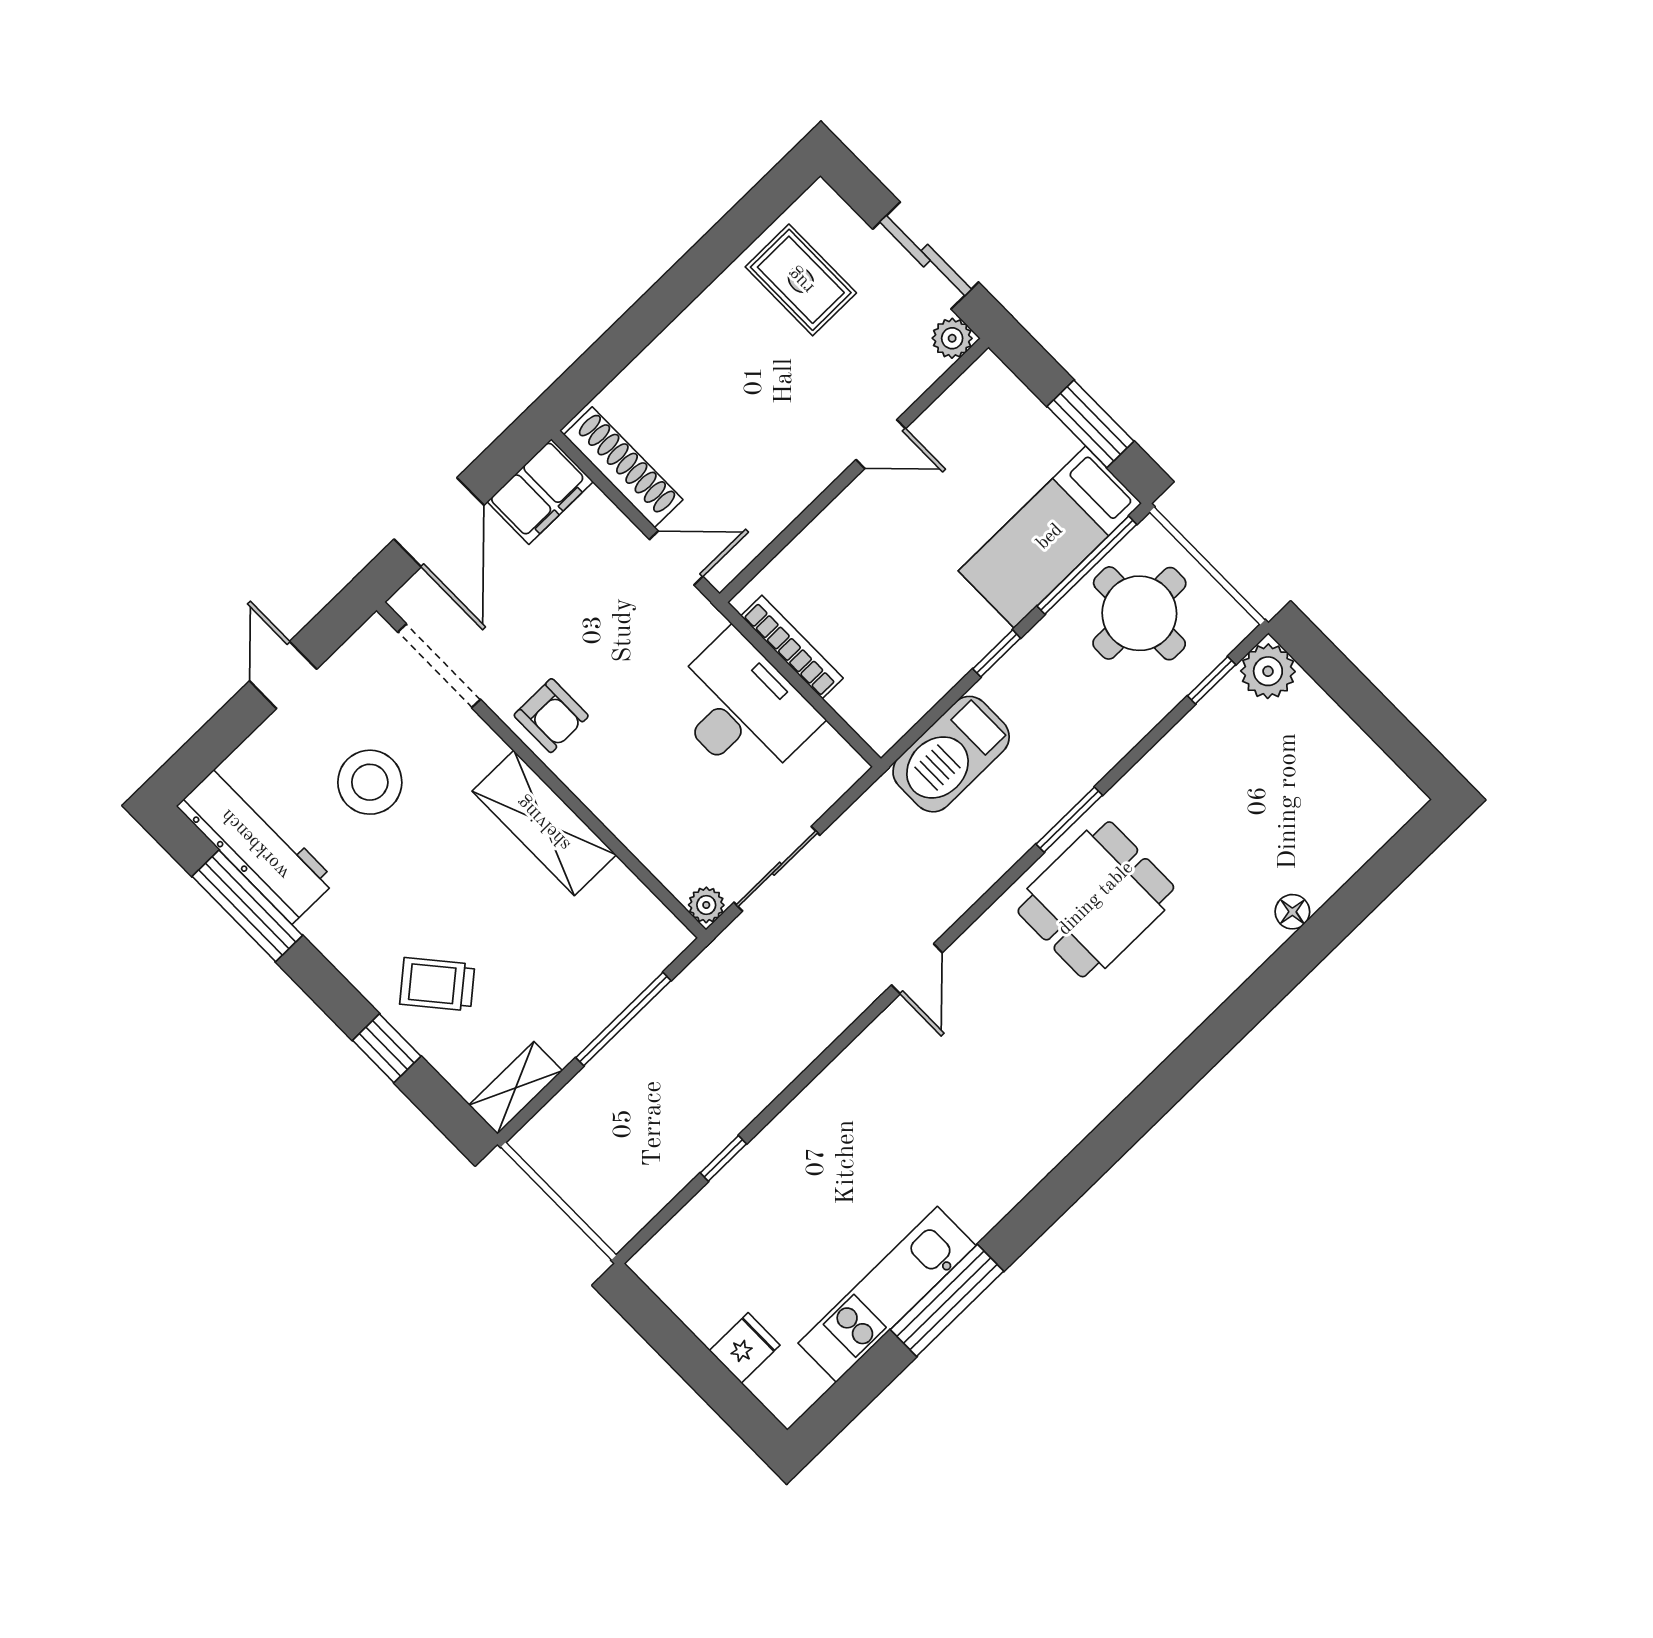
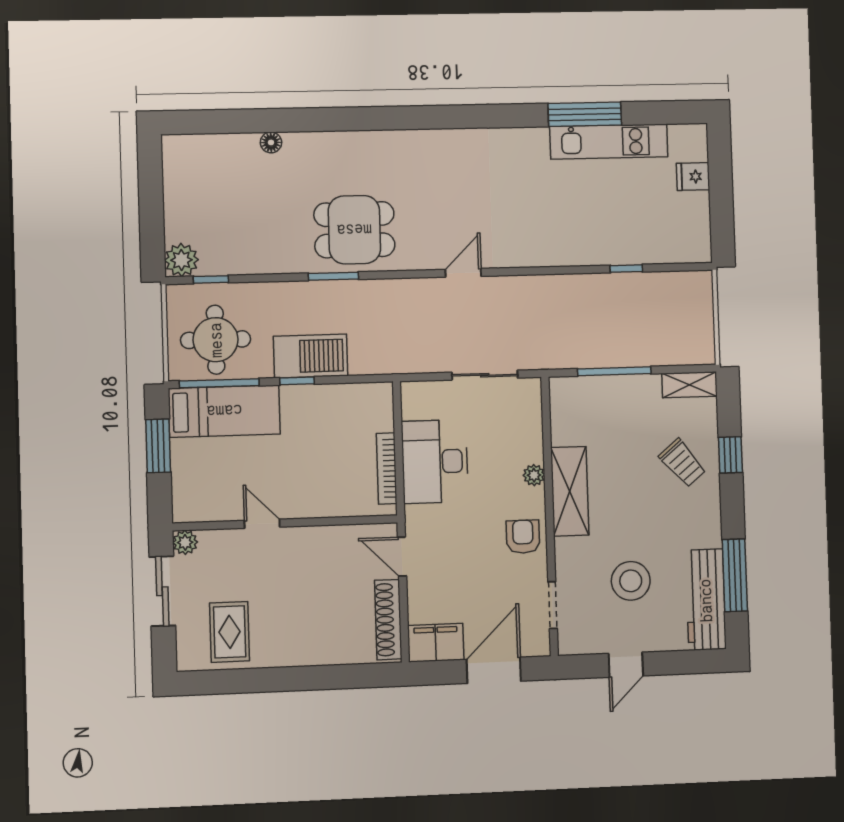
doorway: (439, 666) -> (553, 605), width x0.73
barbecue: (951, 754) -> (310, 356), moved
plant: (706, 905) -> (534, 475), moved

